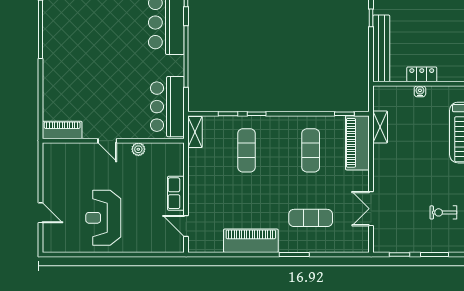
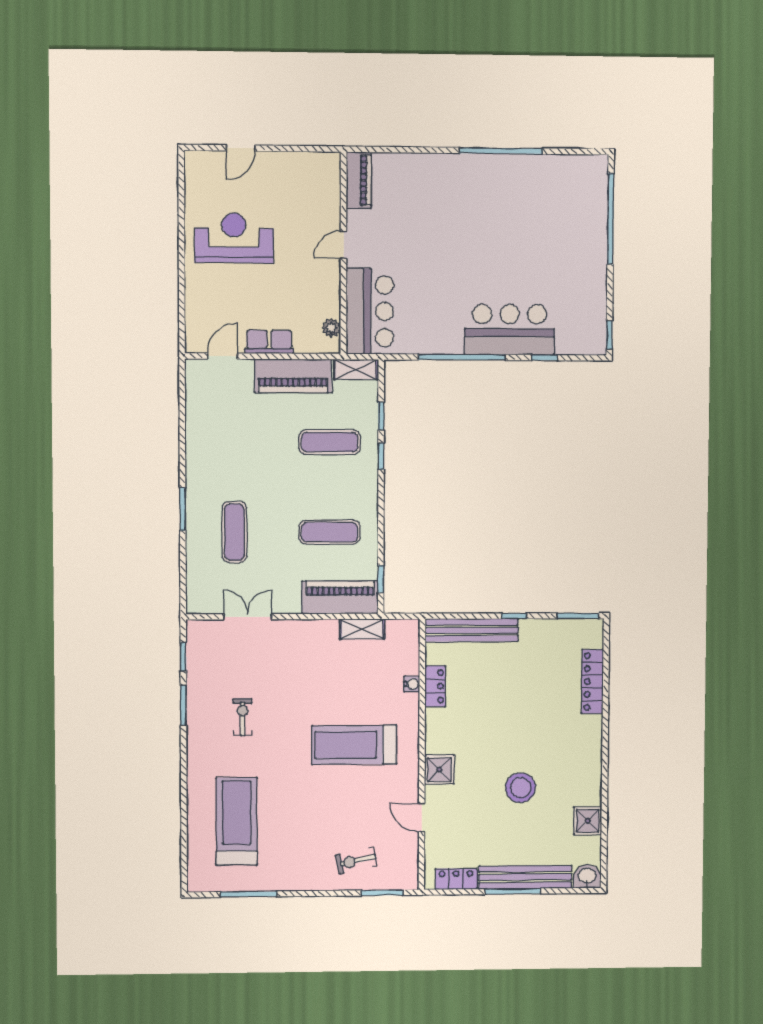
bar counter: (167, 107) -> (370, 311), moved, turned 90
plant: (138, 149) -> (331, 328), moved
piano: (251, 241) -> (293, 376), moved, turned 90

